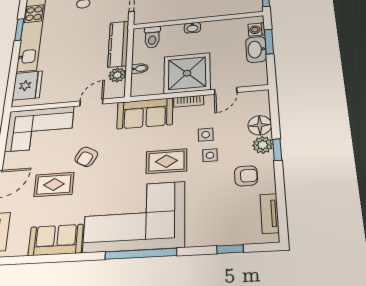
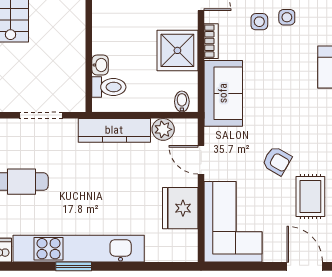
washbasin: (192, 28) -> (100, 65), moved
bidet: (140, 68) -> (182, 102), moved
shower: (187, 73) -> (177, 50), width x0.73, depth x0.73
fridge: (27, 85) -> (180, 208), moved, turned -90
rug: (166, 161) -> (290, 67), removed

